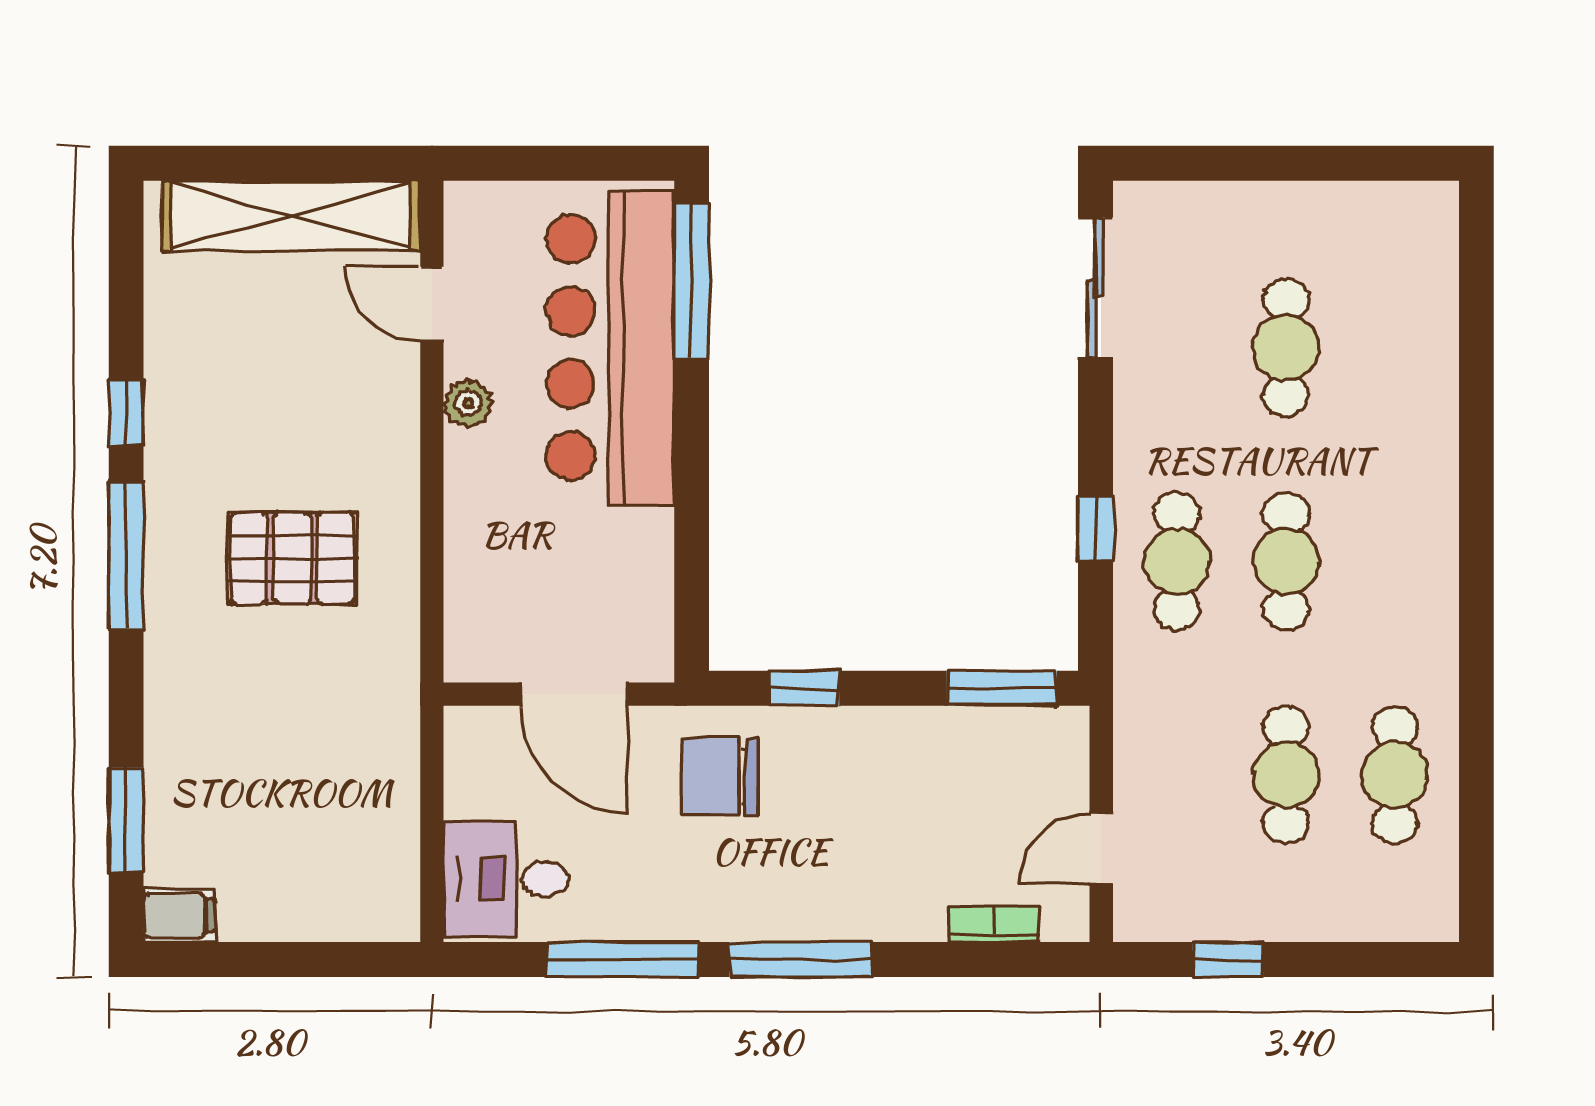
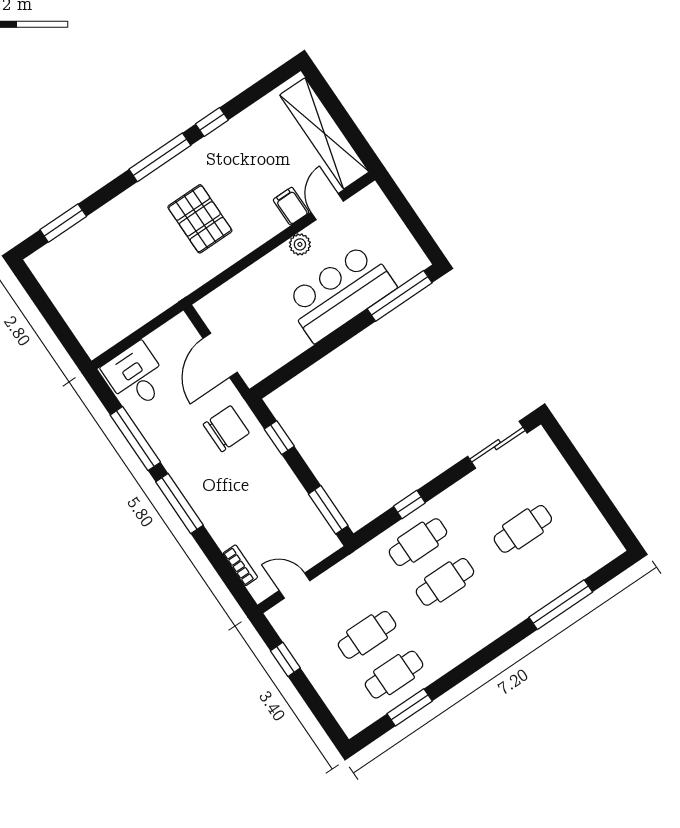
bar counter: (610, 347) -> (340, 293), width x0.73
window: (1476, 373) -> (561, 605), added
chair: (720, 776) -> (226, 429), turned 90
window: (1476, 788) -> (410, 707), added
filing cabinet: (179, 916) -> (291, 206), moved, turned 180

